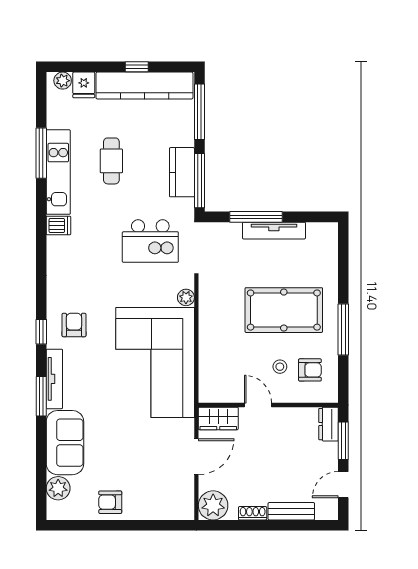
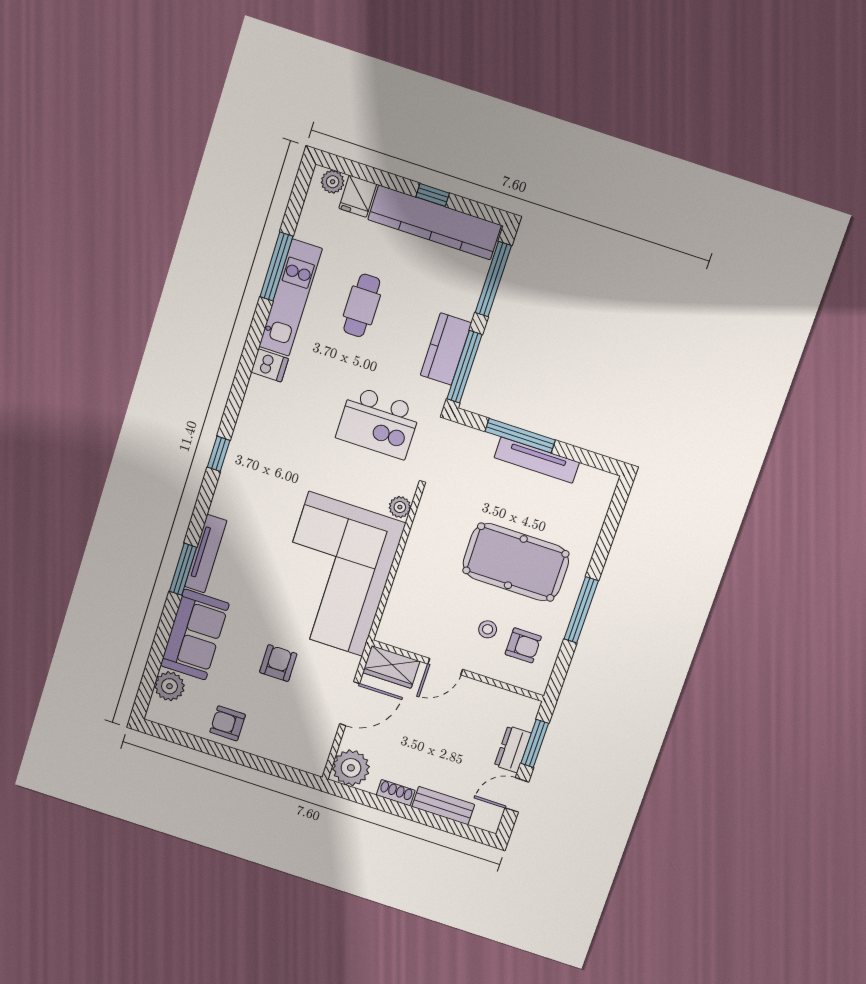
armchair: (74, 325) -> (278, 663), moved
window: (41, 332) -> (219, 454), moved
door: (258, 405) -> (445, 667), swing flipped
dresser: (329, 424) -> (513, 749), moved

